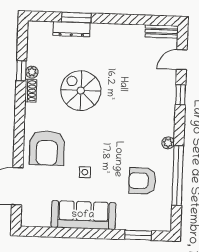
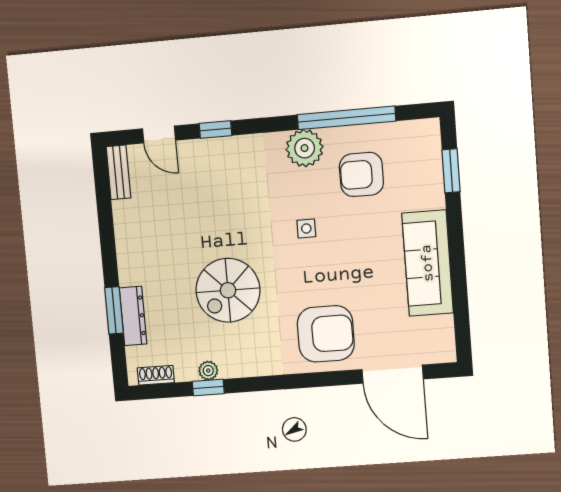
shoe rack: (31, 91) -> (156, 375), moved
plant: (168, 143) -> (305, 148), width x1.88, depth x1.88
side table: (85, 172) -> (306, 228), moved
armchair: (142, 181) -> (361, 174), turned 90

